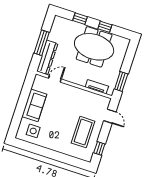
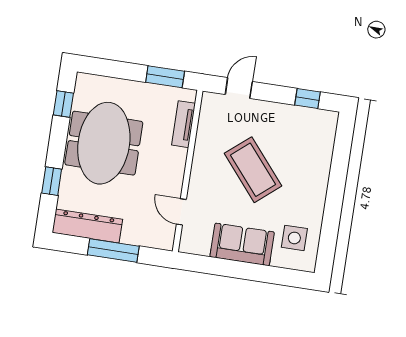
window: (105, 27) -> (63, 104), moved
dresser: (47, 58) -> (87, 226), moved
coffee table: (83, 132) -> (253, 170), moved, turned 50

